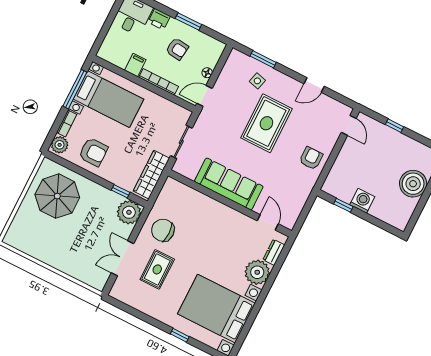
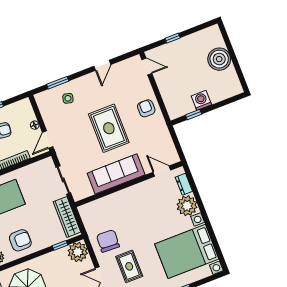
rug: (266, 123) -> (109, 128), moved
chair: (163, 230) -> (108, 241), turned 93

